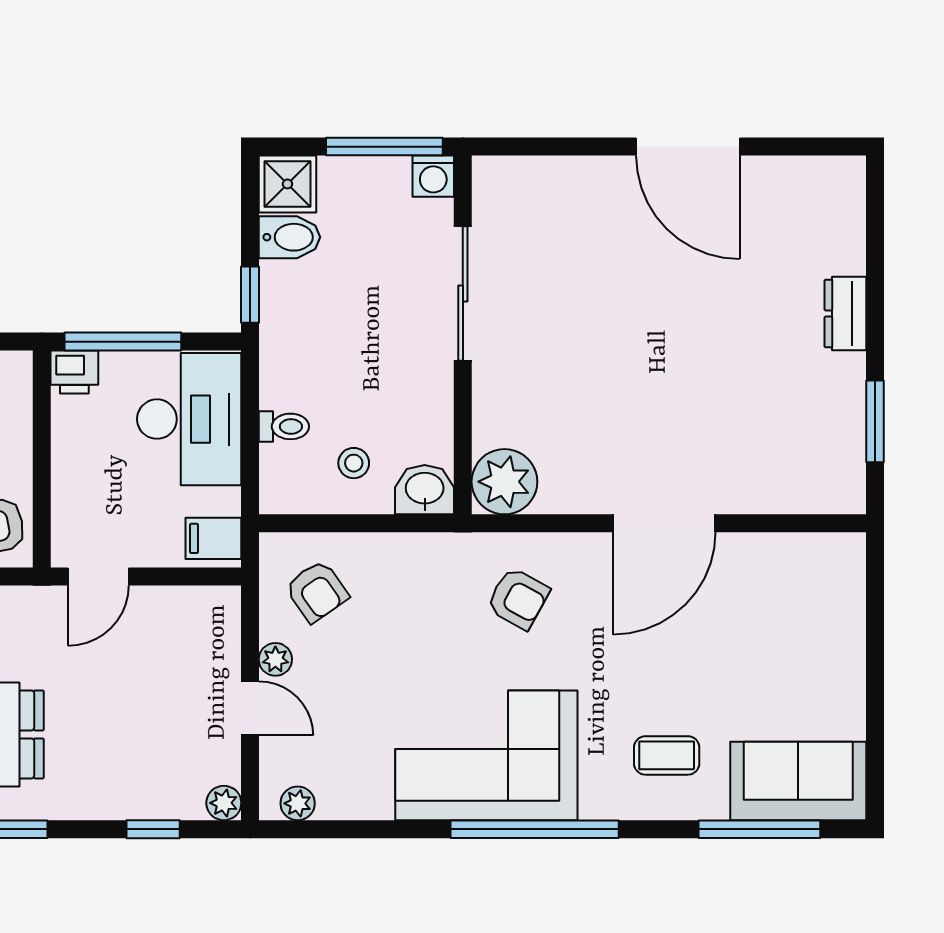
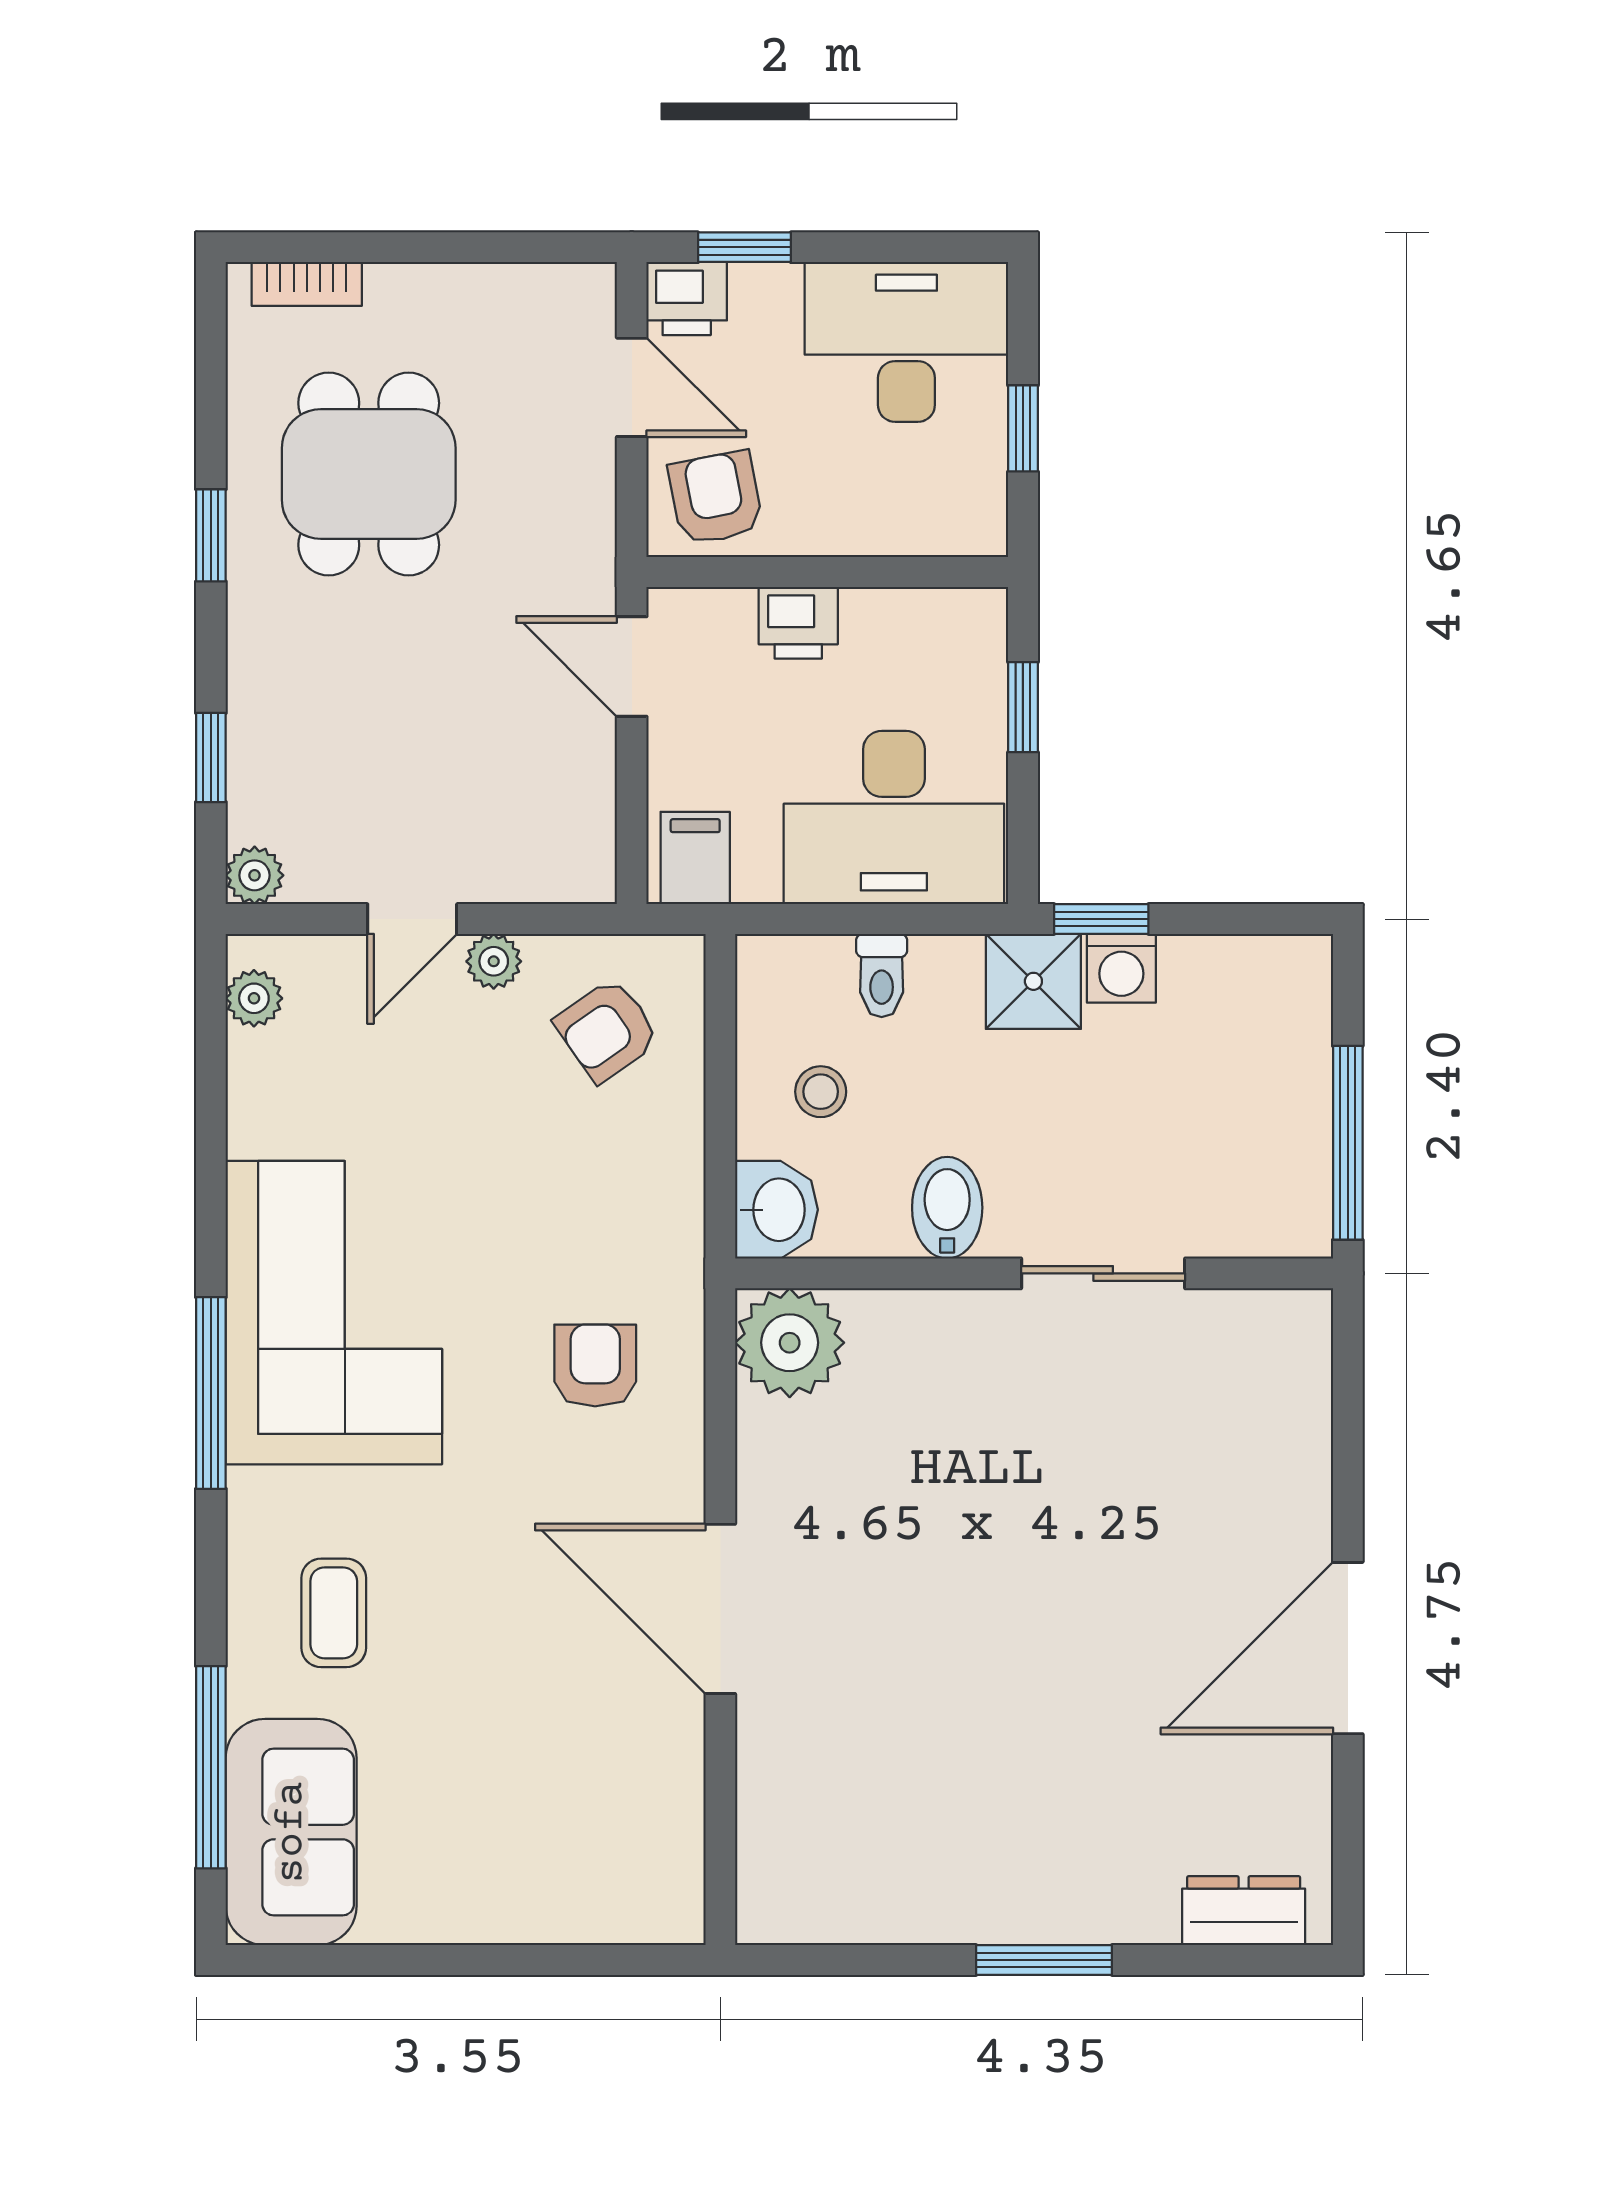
washing machine: (433, 176) -> (1121, 968), moved, turned -90
shower: (287, 184) -> (1033, 981), moved
bidet: (289, 237) -> (947, 1208), moved, turned 180
sliding door: (463, 293) -> (1103, 1273), width x0.73
dresser: (845, 314) -> (1244, 1911), moved
window: (123, 342) -> (1023, 707), width x0.46
printer: (74, 372) -> (798, 623), moved, turned -90
window: (875, 421) -> (1044, 1960), moved
armchair: (518, 598) -> (595, 1365), turned 151
window: (535, 829) -> (211, 1393), width x0.68

